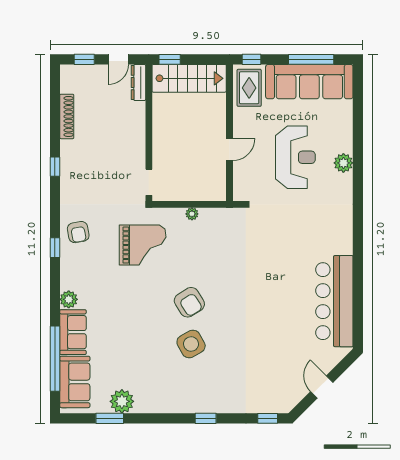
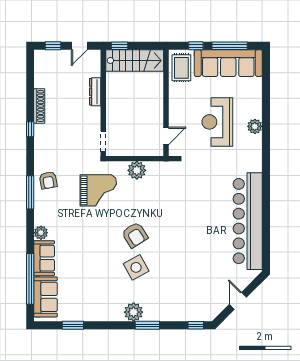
window: (251, 59) -> (196, 46), moved
dresser: (138, 83) -> (95, 92), moved
shoe rack: (67, 116) -> (39, 106), moved
door: (229, 149) -> (166, 136), moved
reception desk: (295, 157) -> (217, 122), turned 180
plant: (192, 214) -> (137, 170), width x1.87, depth x1.87
window: (55, 248) -> (30, 192), width x2.17
bar counter: (334, 301) -> (248, 221), width x1.36
plant: (122, 401) -> (134, 312), moved
window: (206, 418) -> (147, 325), width x1.50

